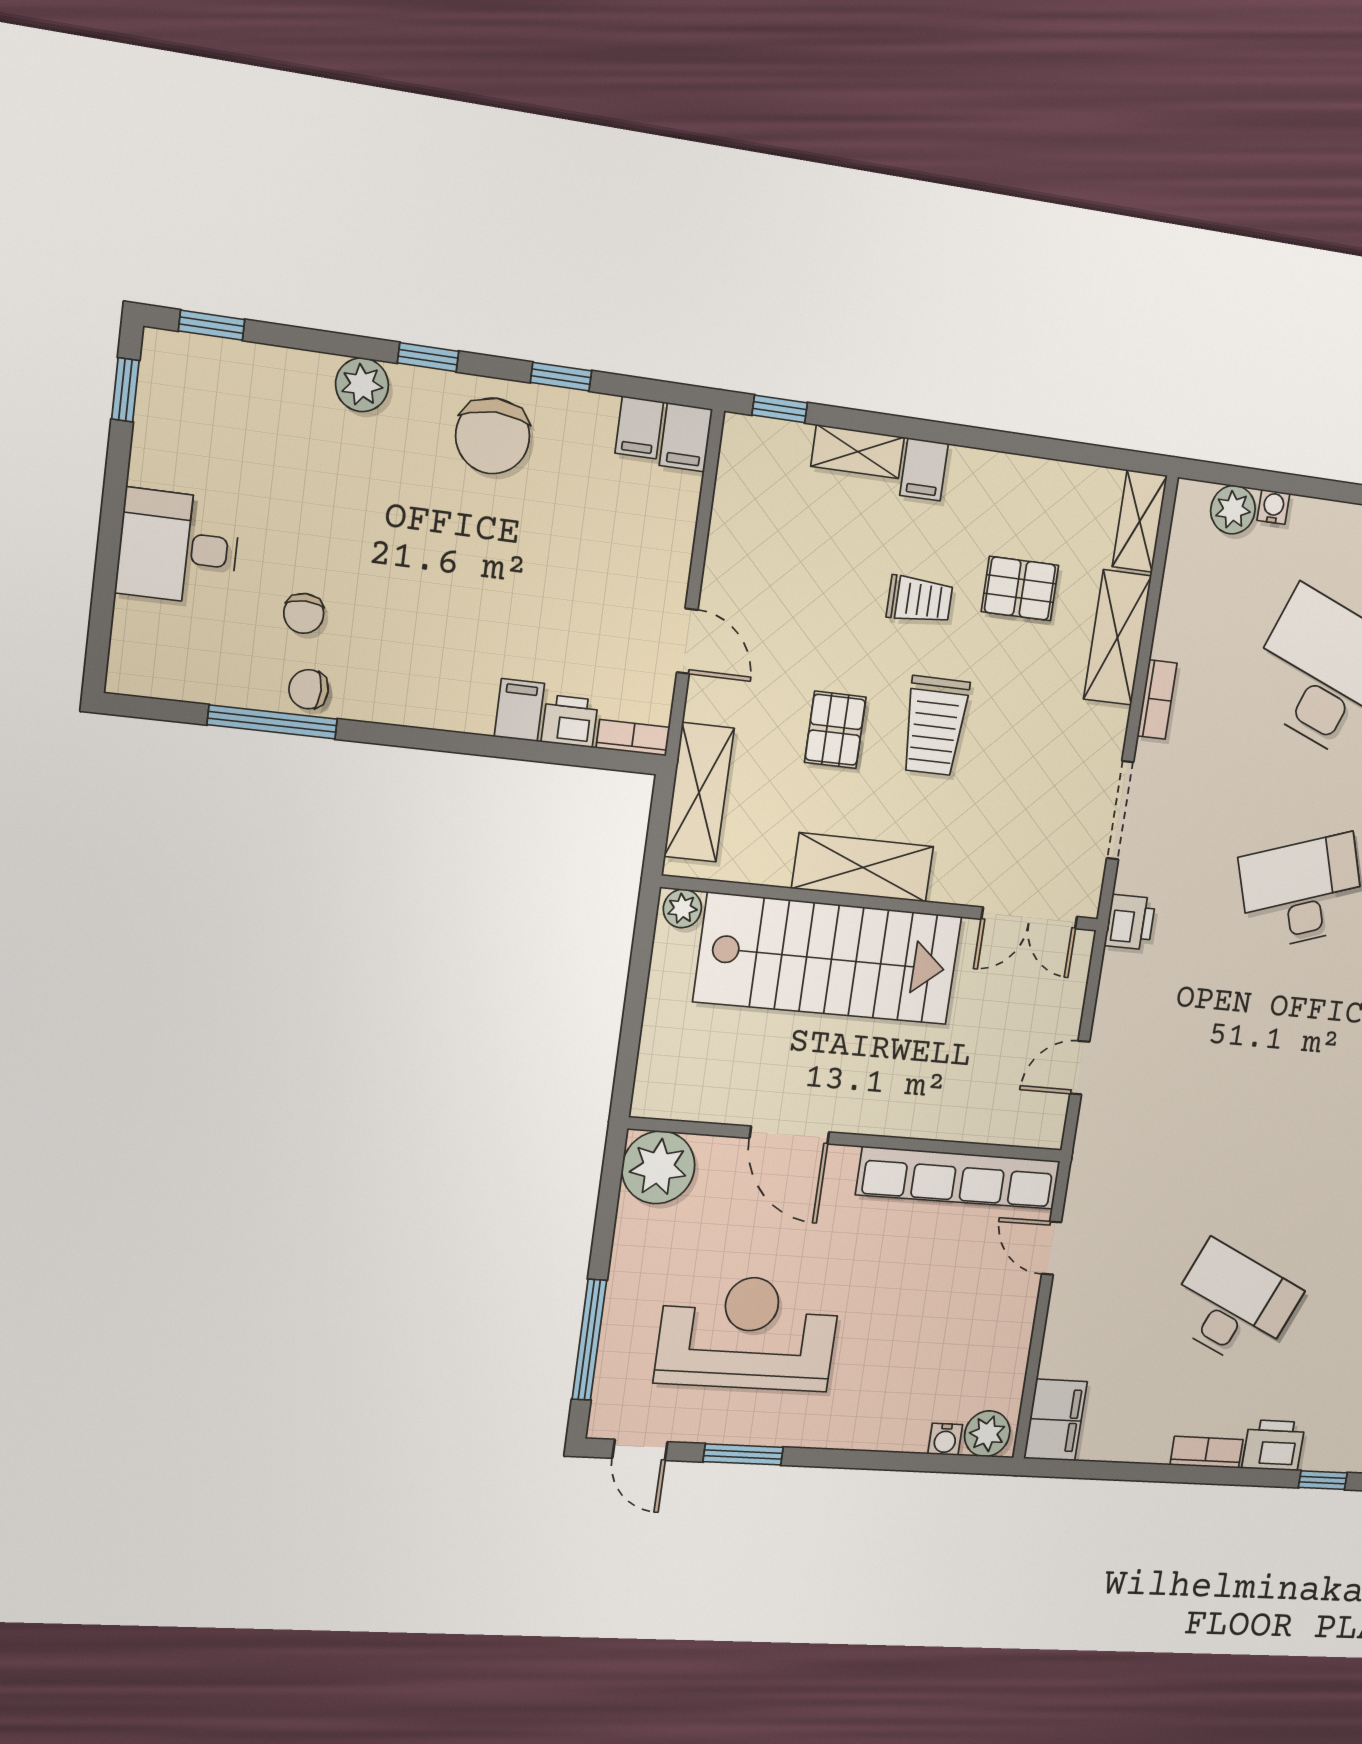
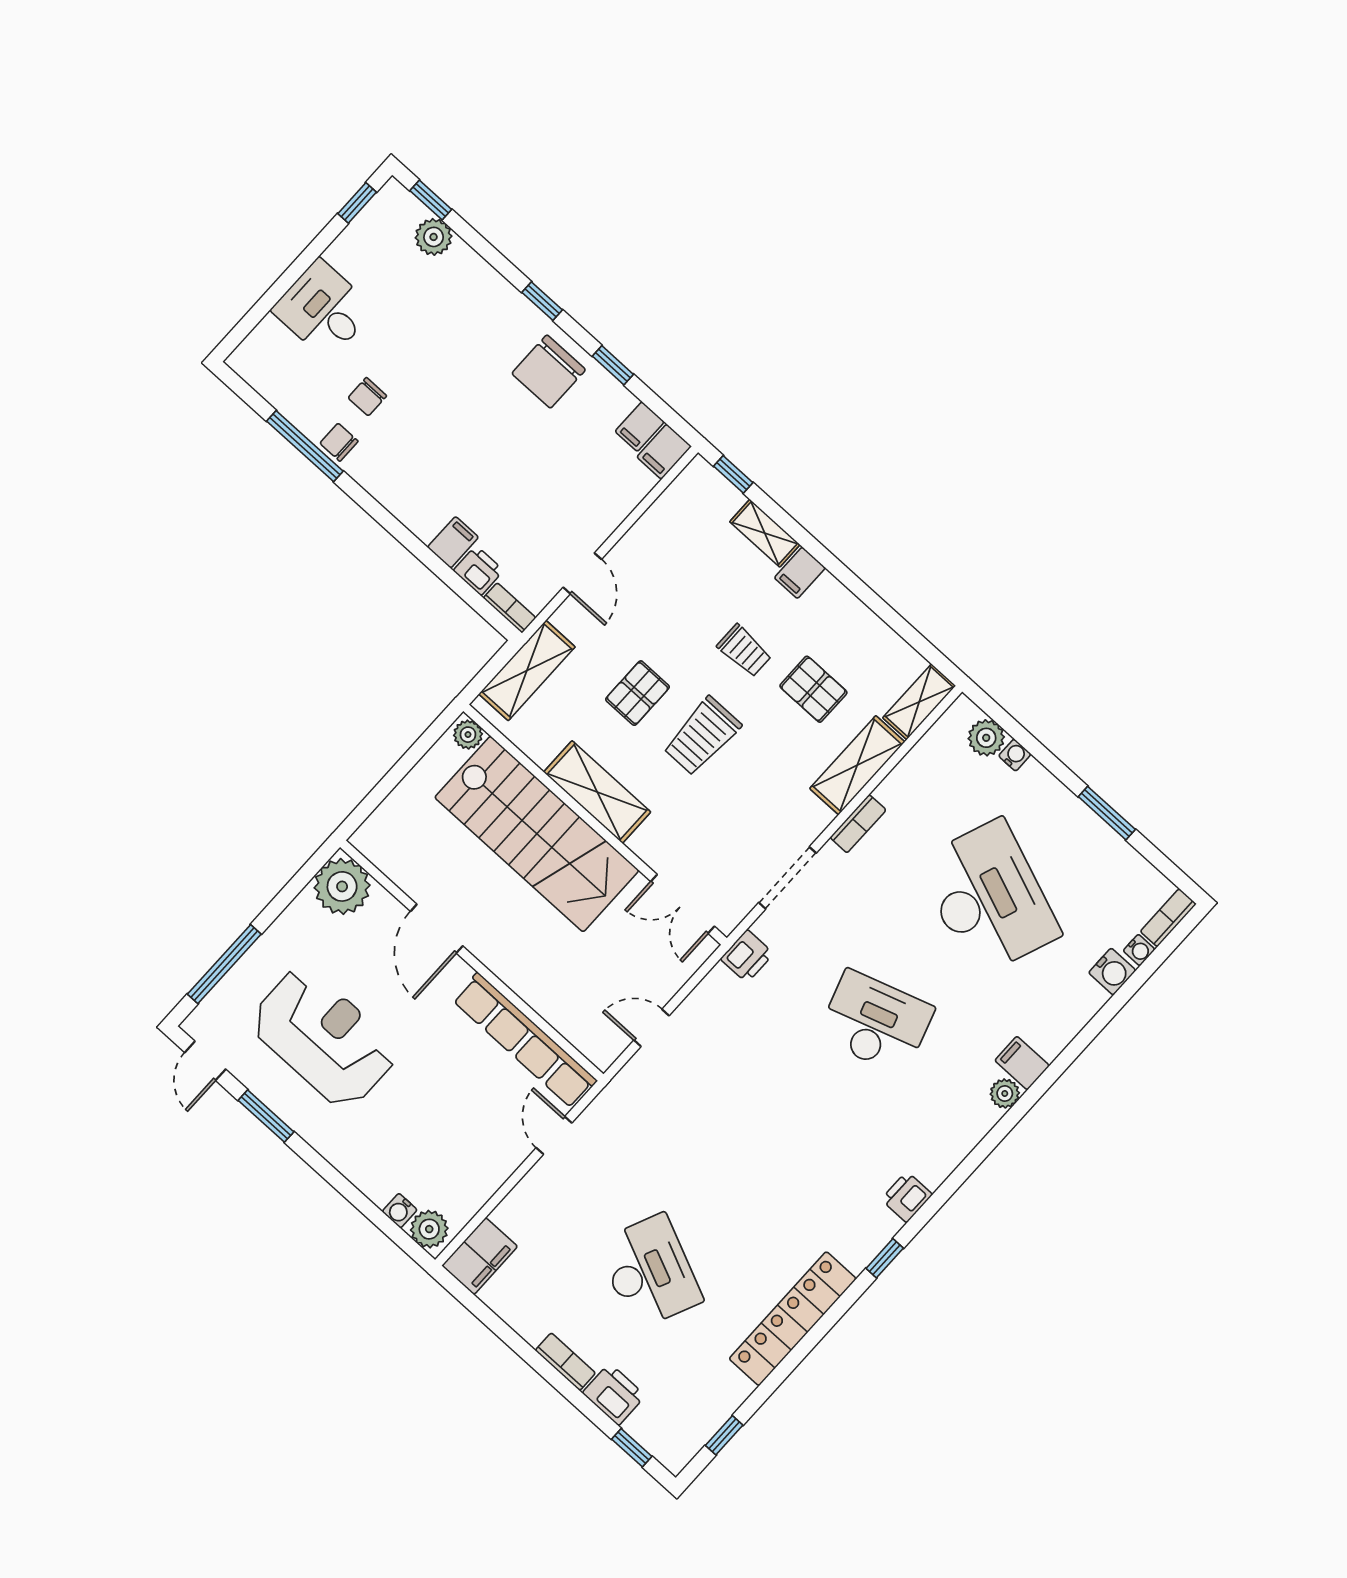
plant: (362, 385) -> (434, 237), moved

